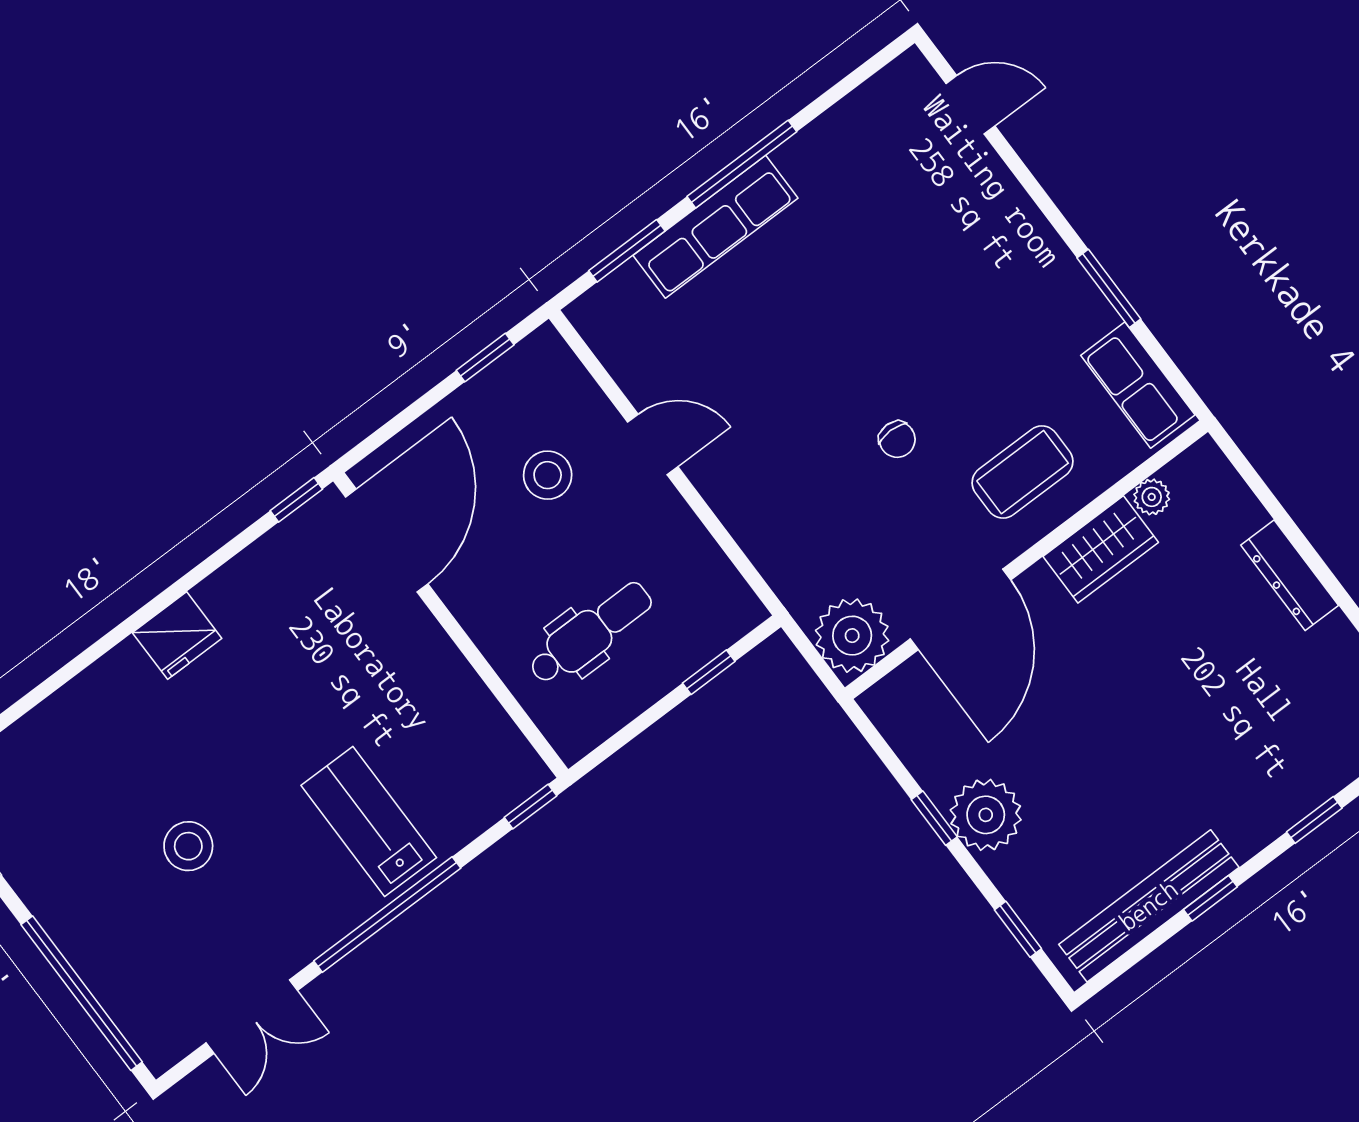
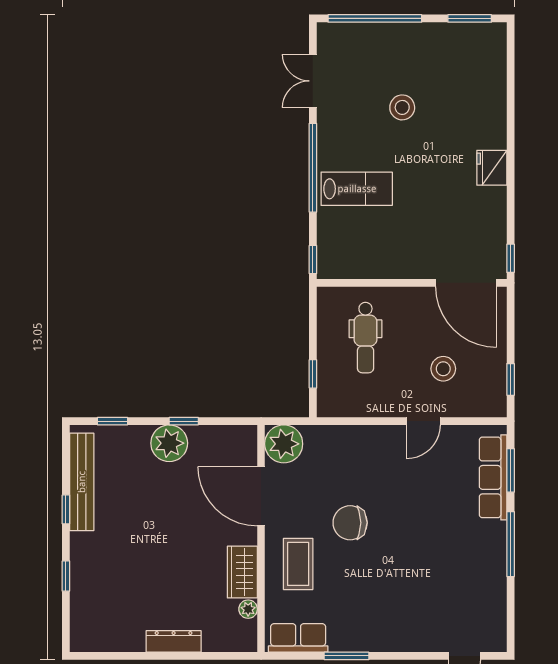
row of seats: (715, 227) -> (493, 477), moved
chair: (897, 439) -> (350, 523), width x1.87, depth x1.87

